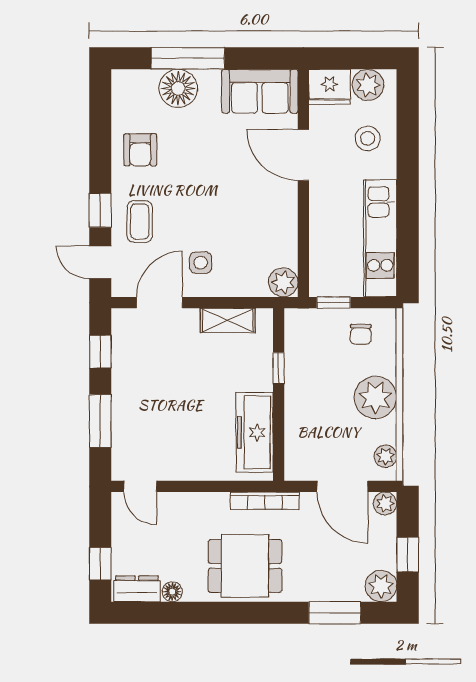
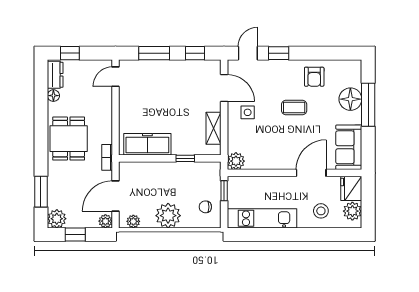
armchair: (140, 150) -> (314, 77), turned -90
coffee table: (140, 221) -> (294, 107), moved
bookcase: (265, 501) -> (107, 157), width x0.64

